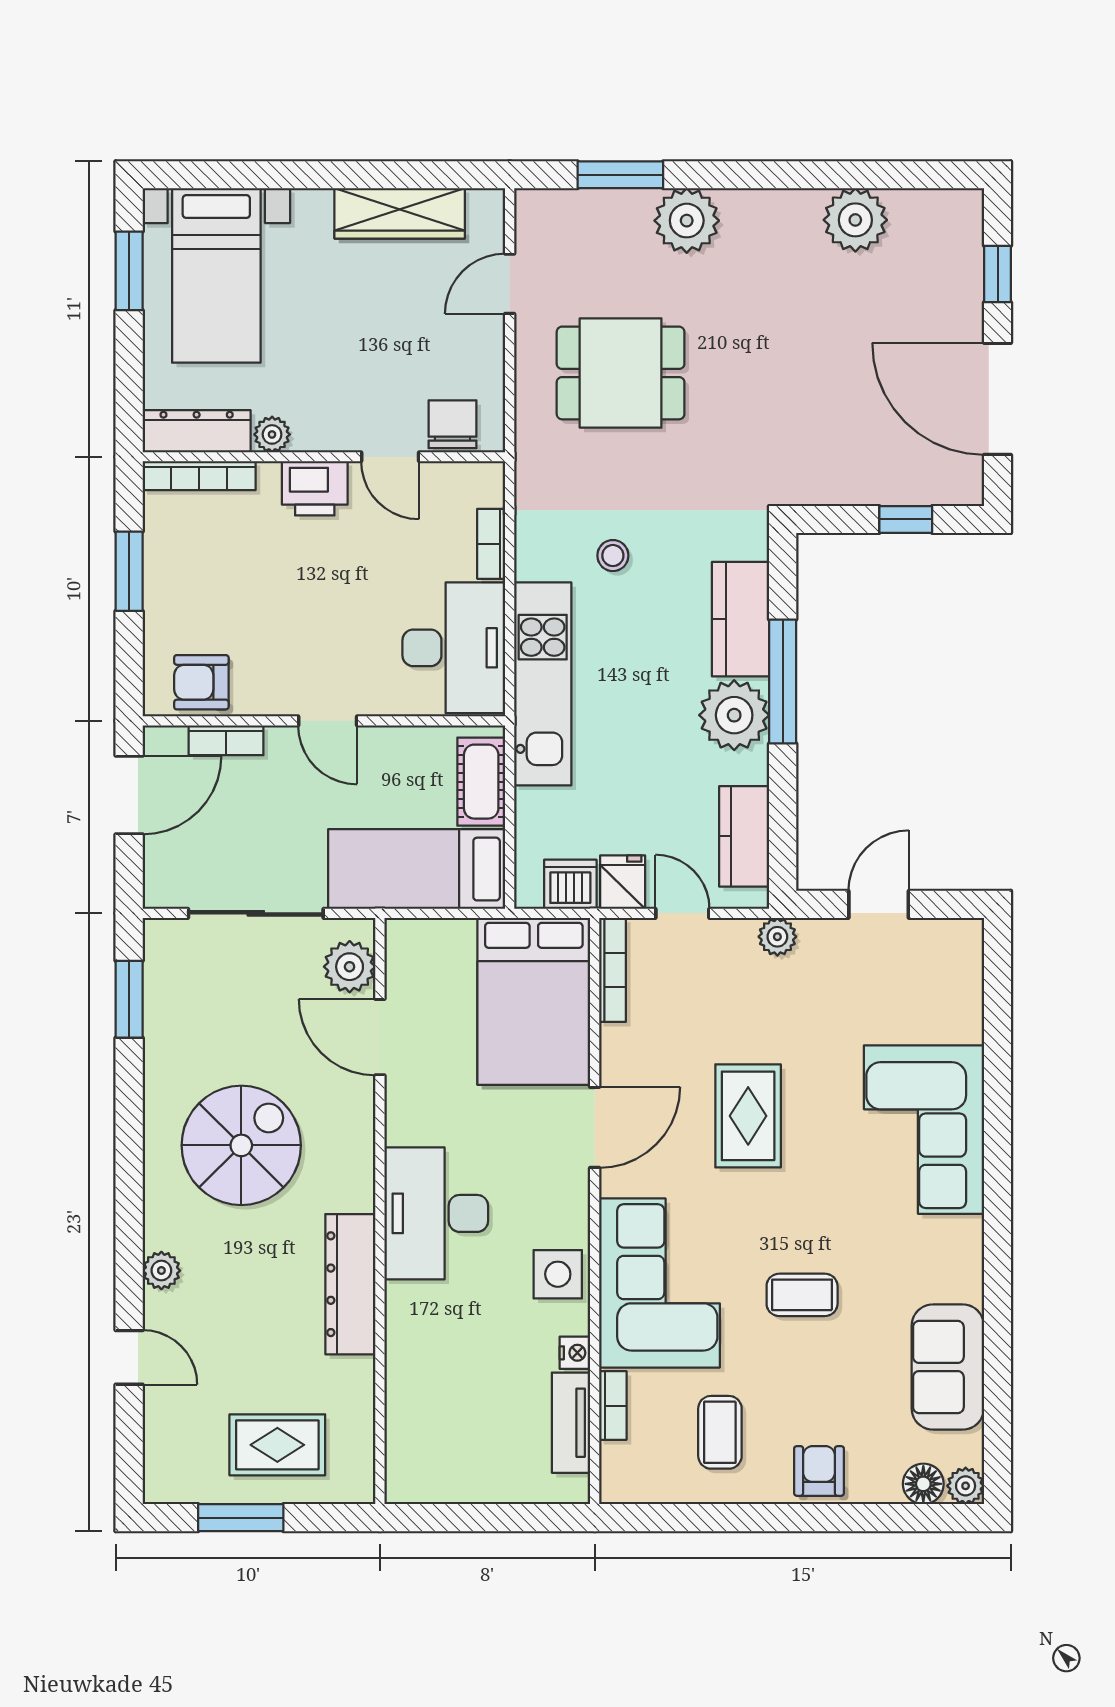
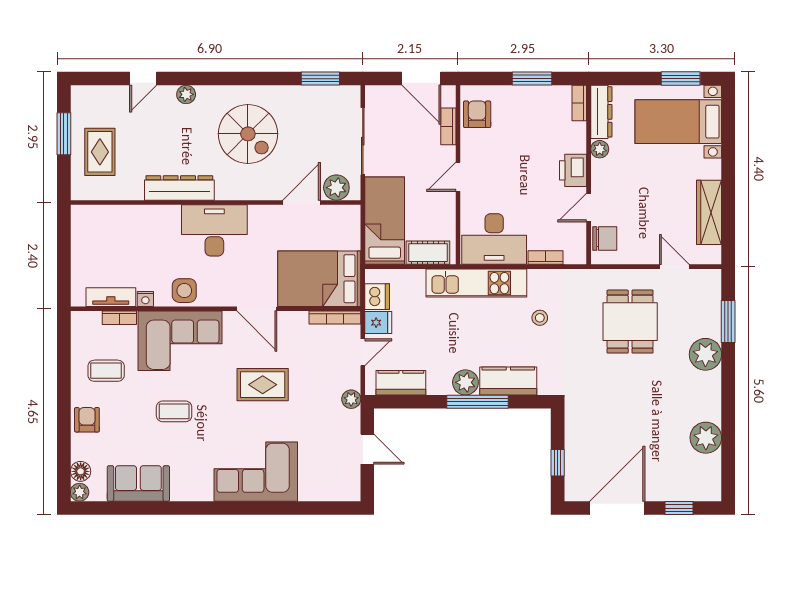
bookcase: (199, 476) -> (579, 103), width x0.64
plant: (734, 715) -> (465, 382), width x0.73, depth x0.73
coffee table: (802, 1295) -> (174, 411), turned 90
armchair: (819, 1471) -> (87, 420), turned -90

